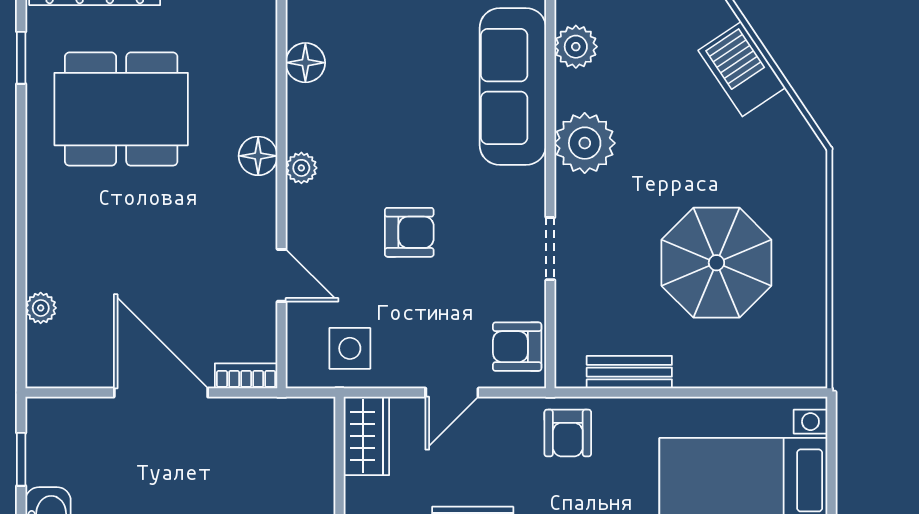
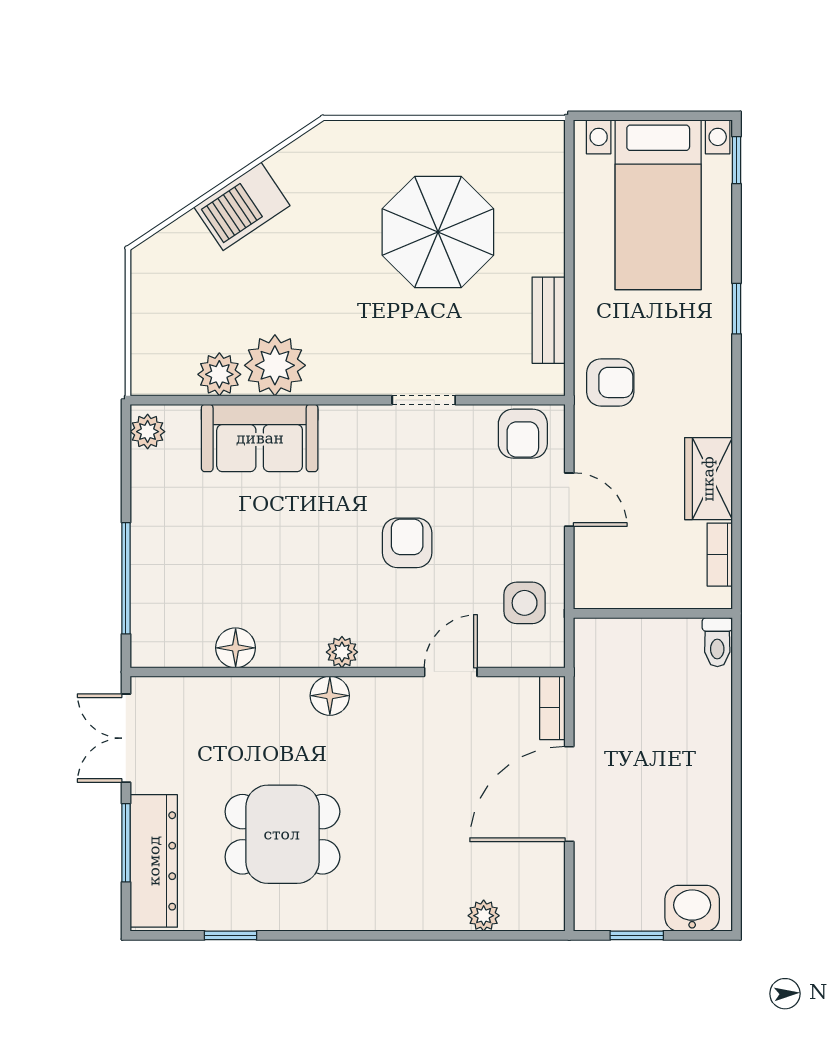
sofa: (513, 86) -> (260, 438), width x0.73
dining table: (121, 109) -> (282, 834), width x0.73
plant: (585, 143) -> (275, 365), moved
wardrobe: (366, 436) -> (613, 586), removed

